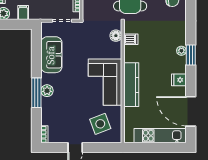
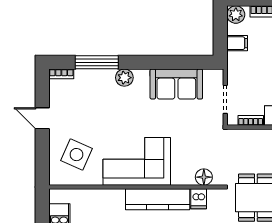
kitchen counter: (131, 85) -> (158, 199), moved
window: (36, 93) -> (97, 62), moved
side table: (100, 124) -> (77, 155), turned 45

